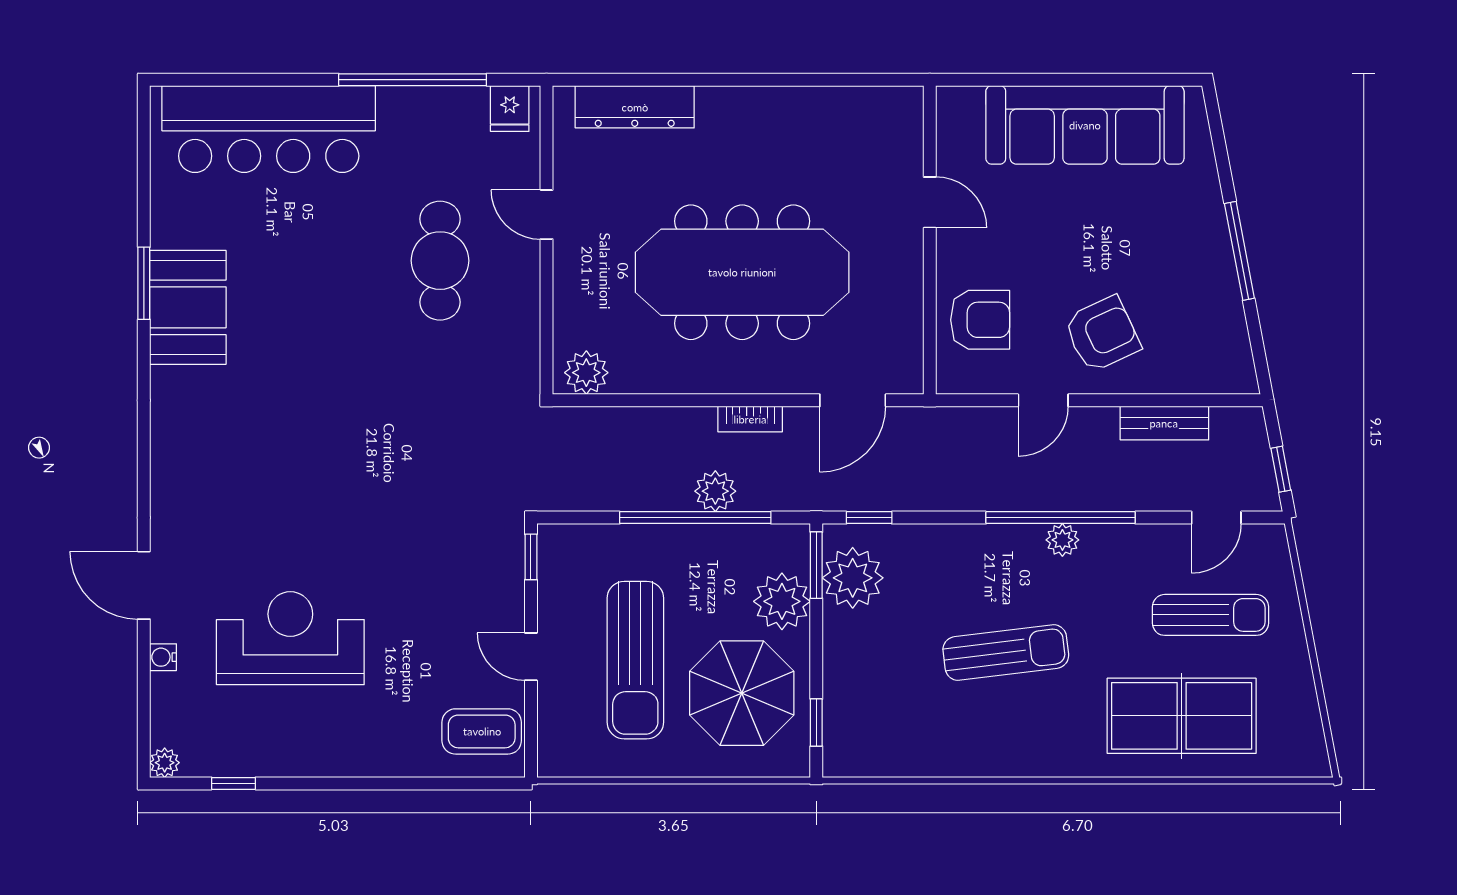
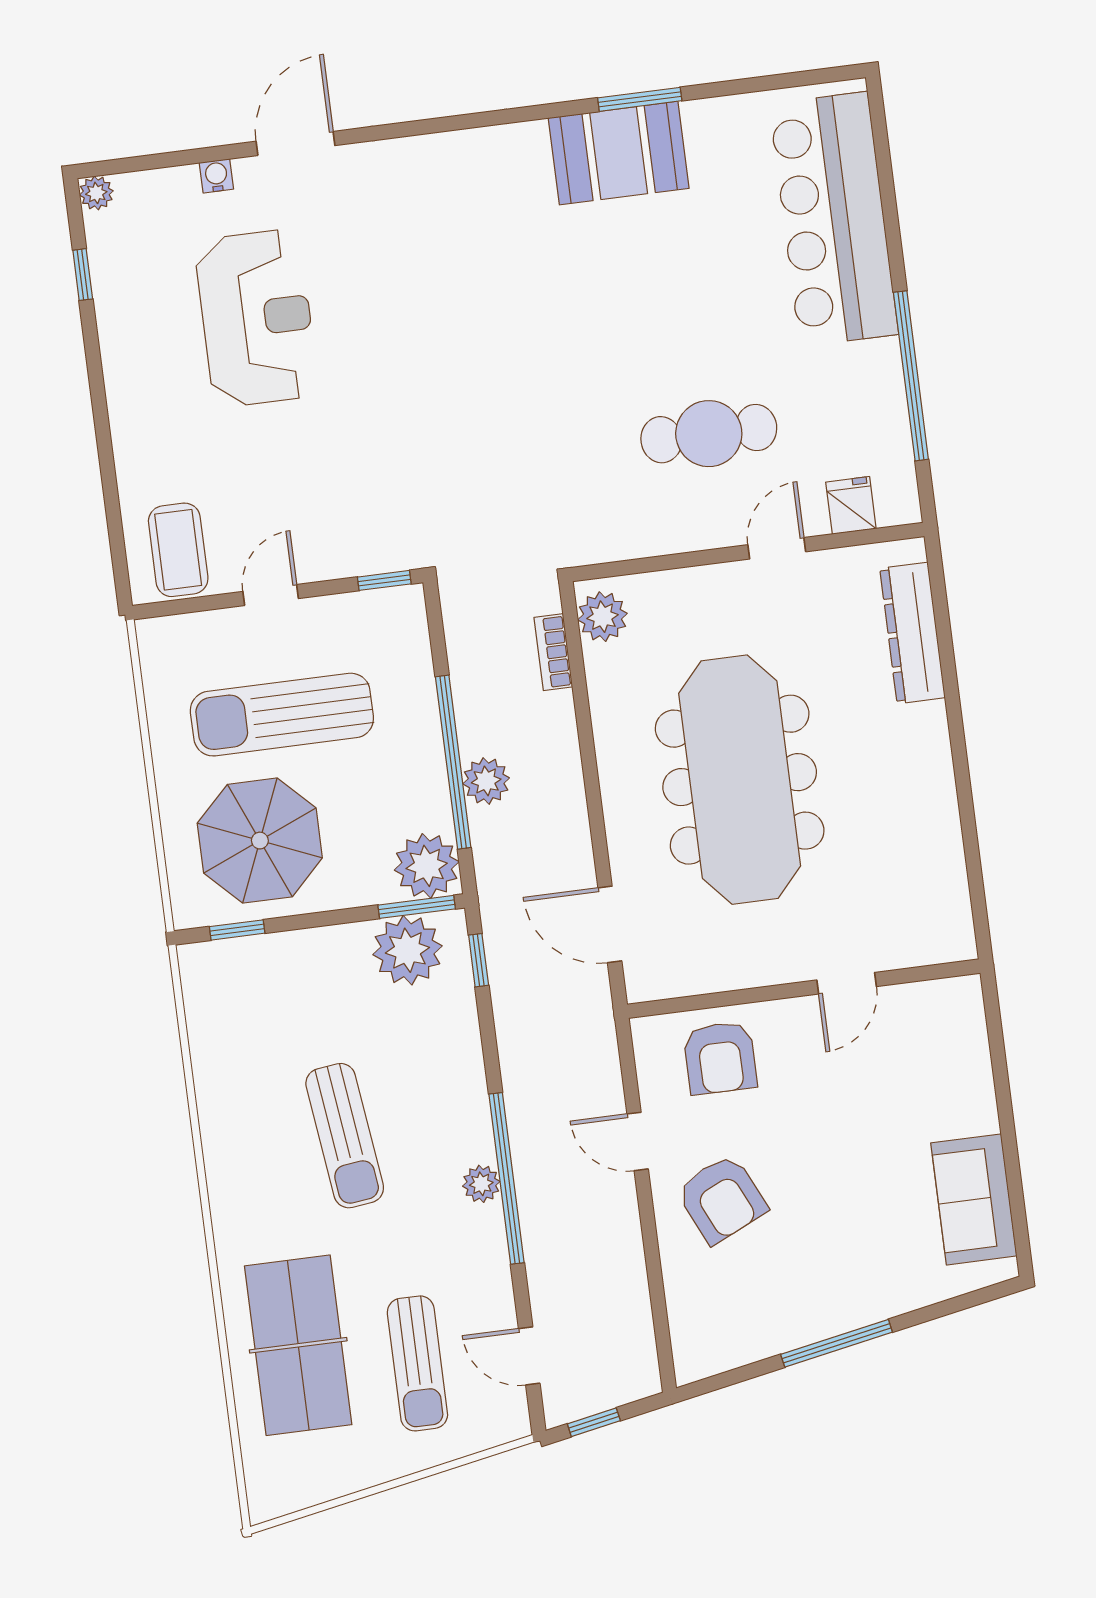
fridge: (510, 108) -> (851, 505), moved, turned 90
sofa: (1085, 125) -> (974, 1199), width x0.54, depth x0.79
bookcase: (750, 419) -> (553, 652), moved
bench: (1164, 423) -> (629, 1283), removed
plant: (782, 601) -> (427, 866), moved

